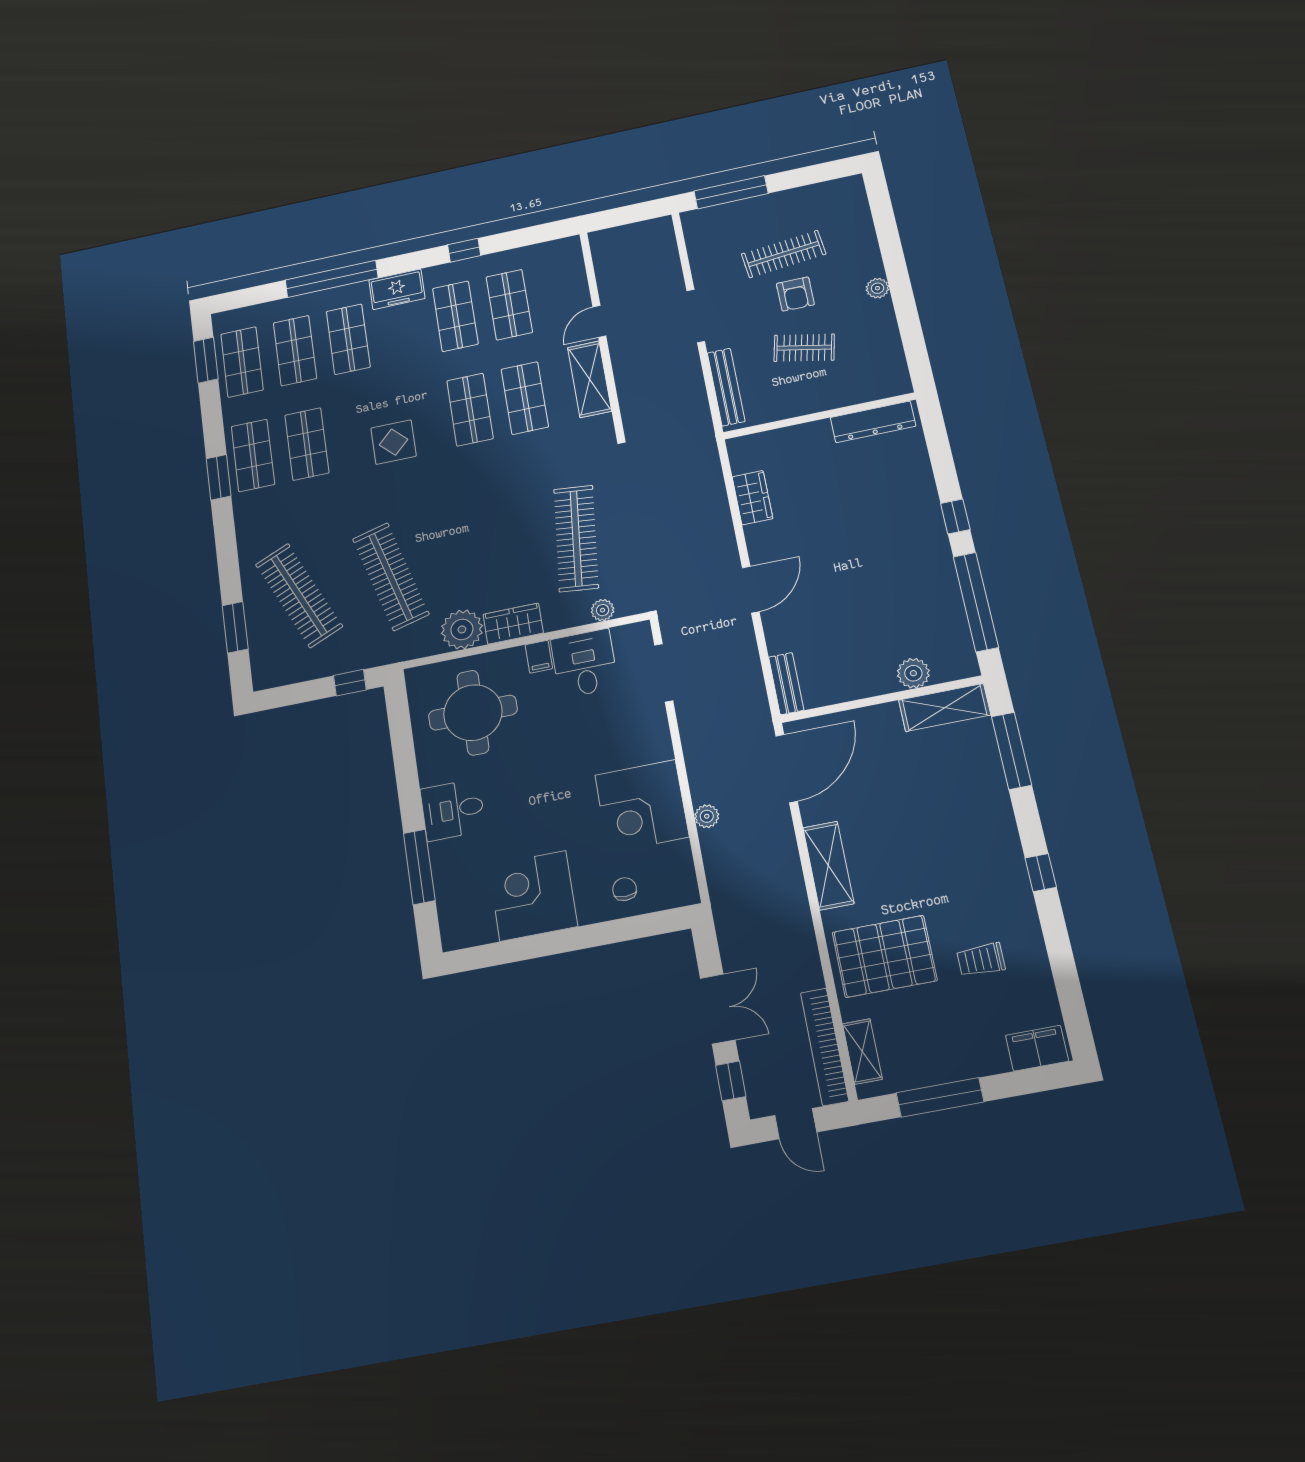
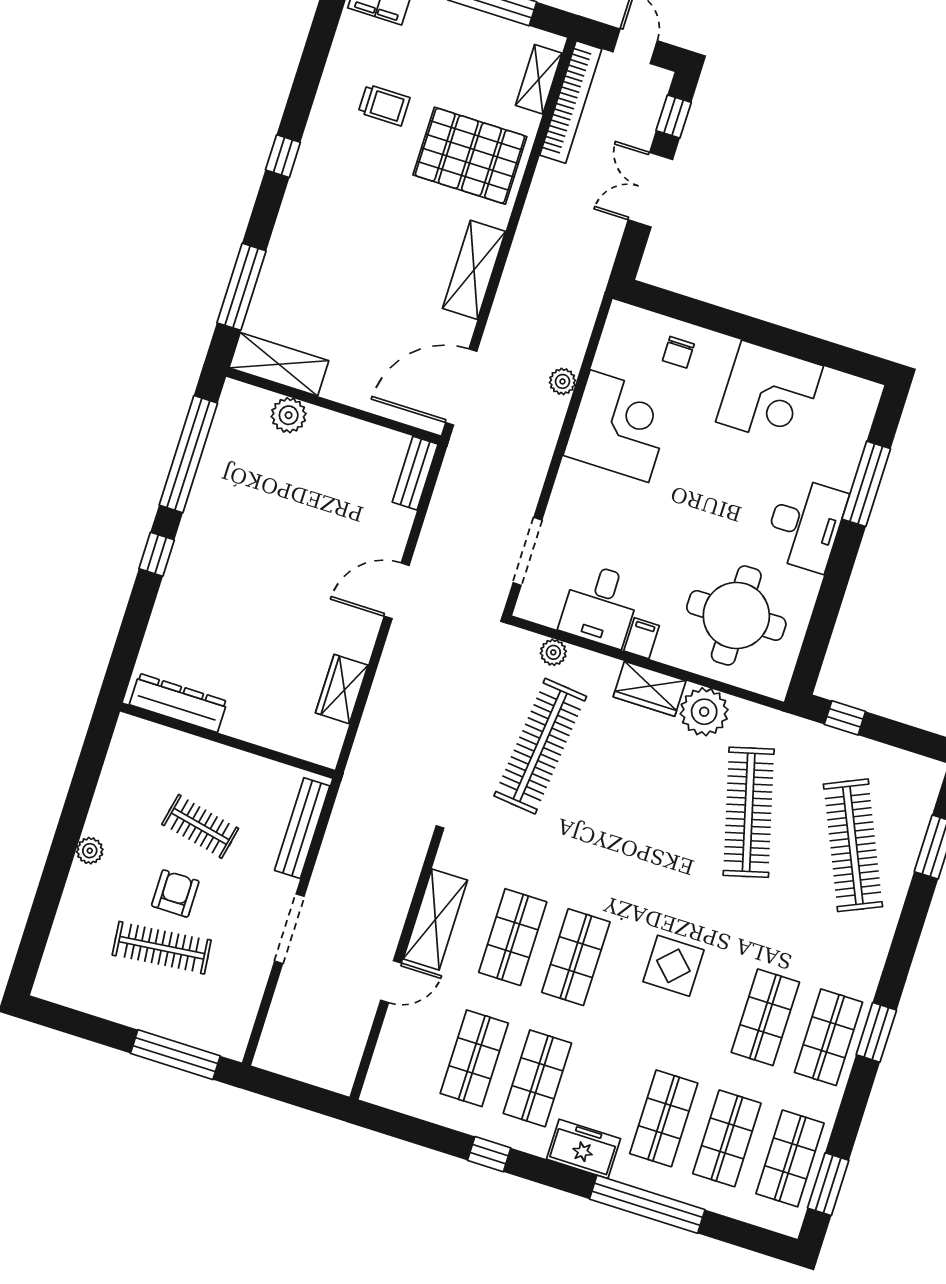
desk: (453, 810) -> (805, 524), width x1.37

